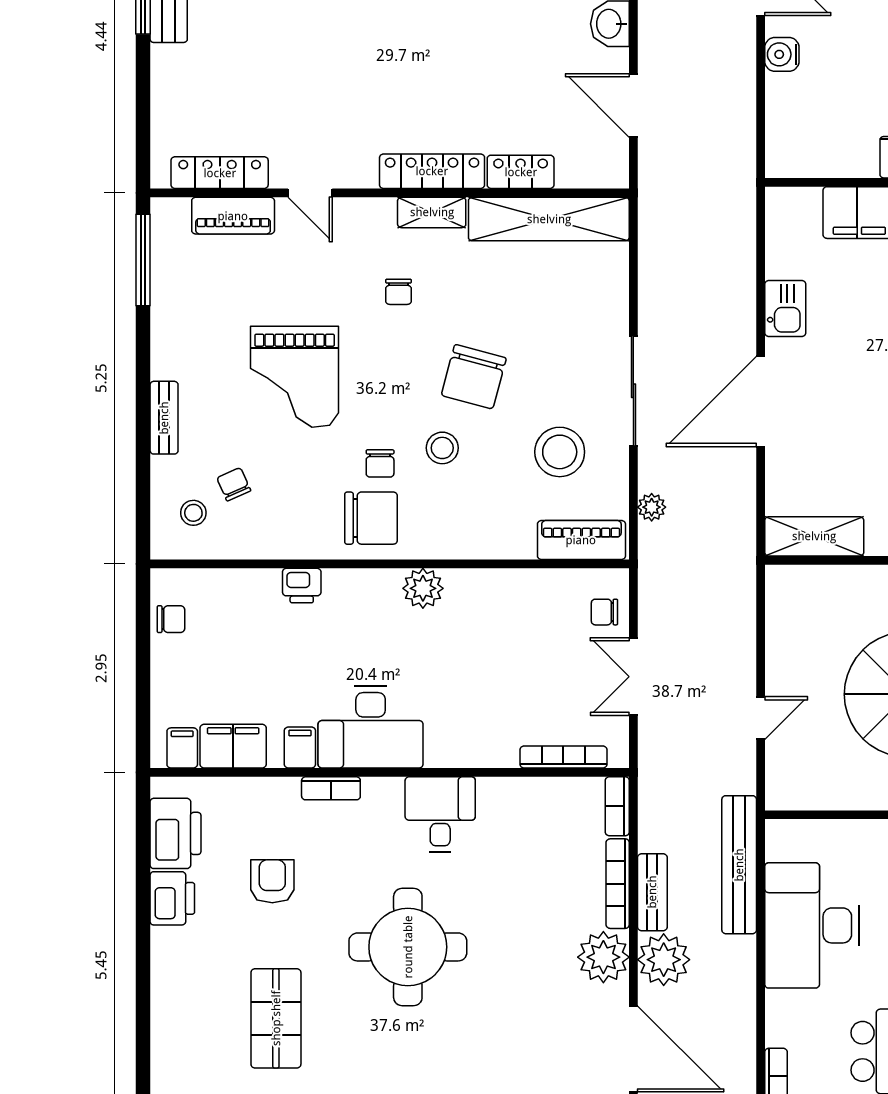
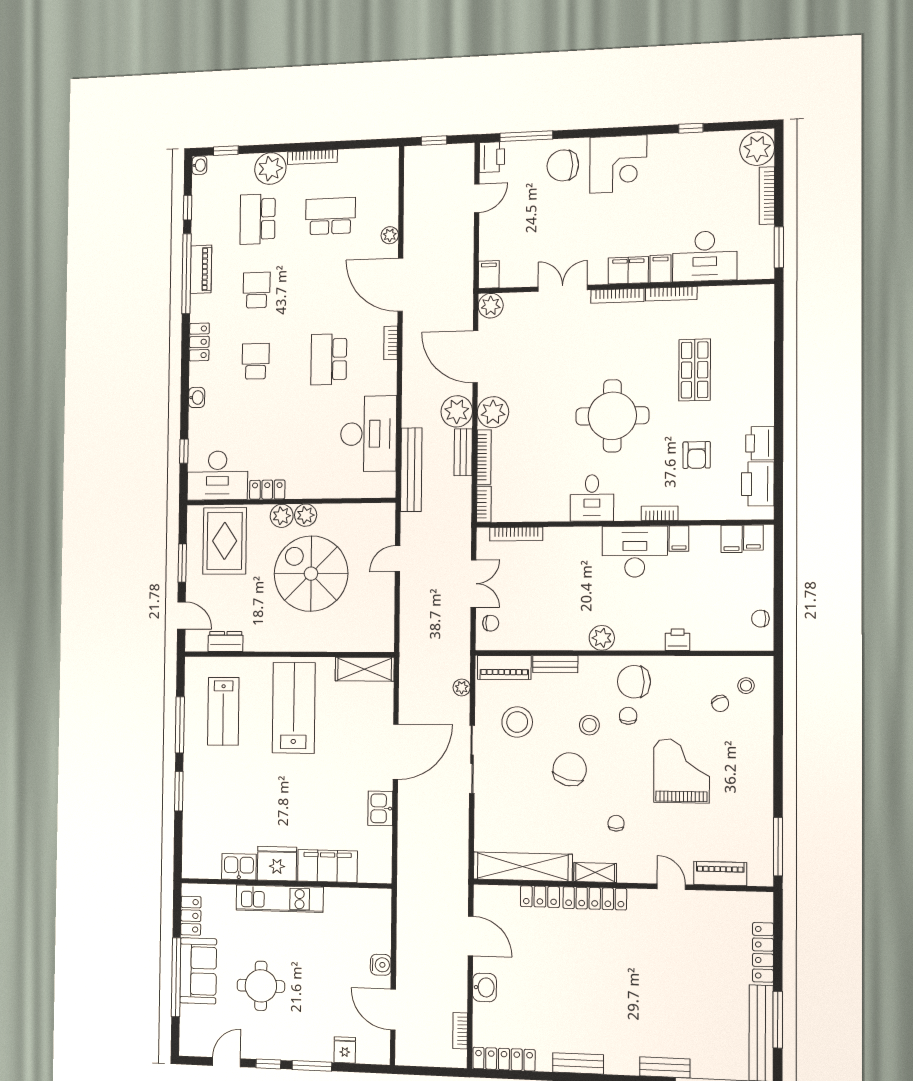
locker: (220, 173) -> (763, 952), moved, turned 90
bench: (164, 418) -> (555, 664), moved, turned 90
filing cabinet: (233, 746) -> (732, 539), width x0.50

